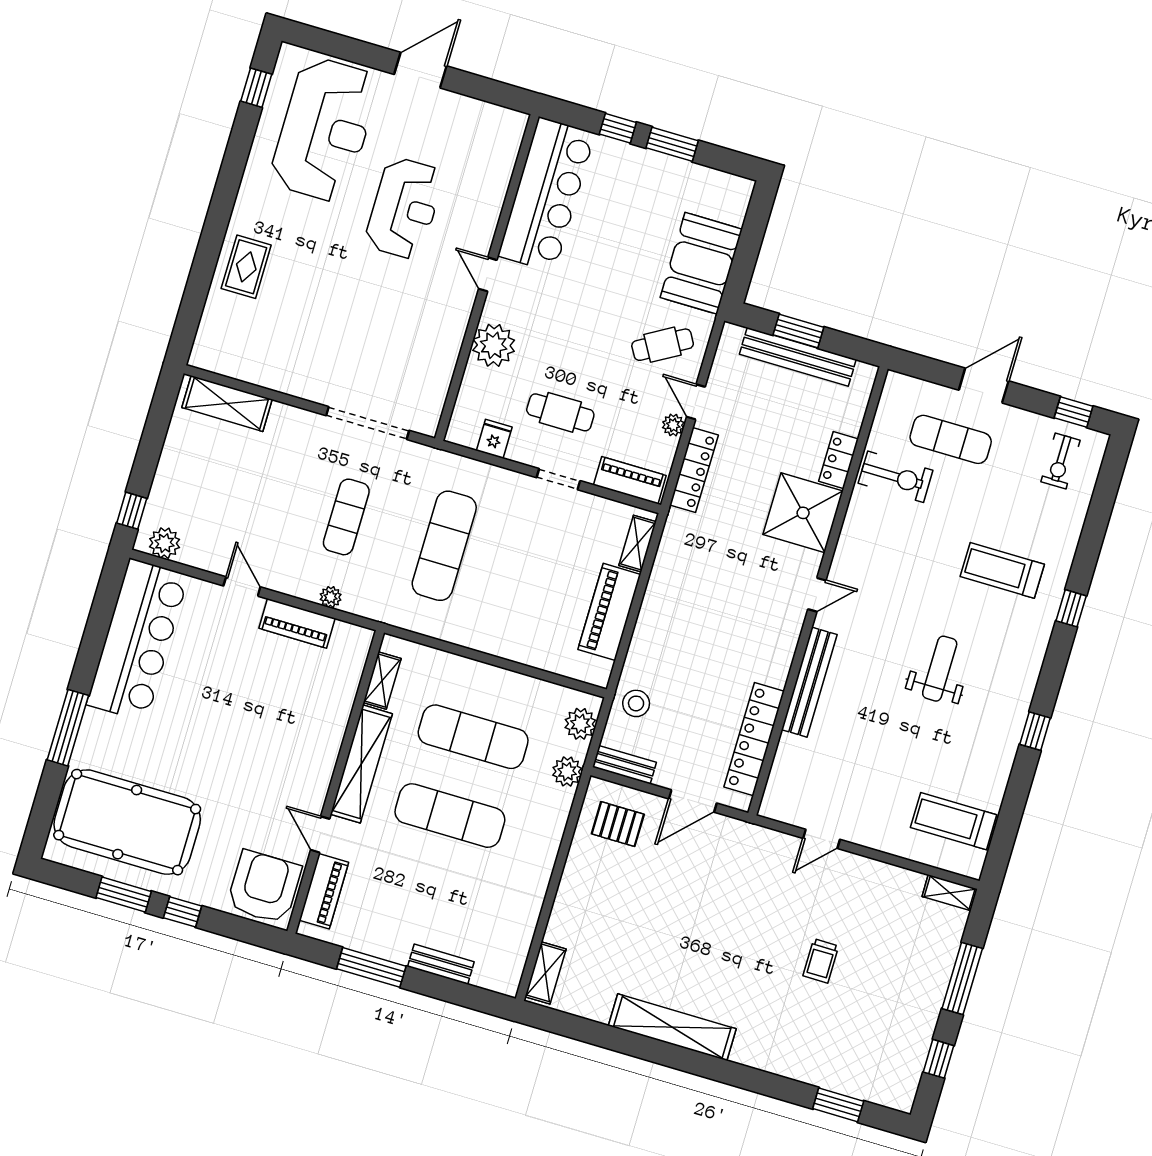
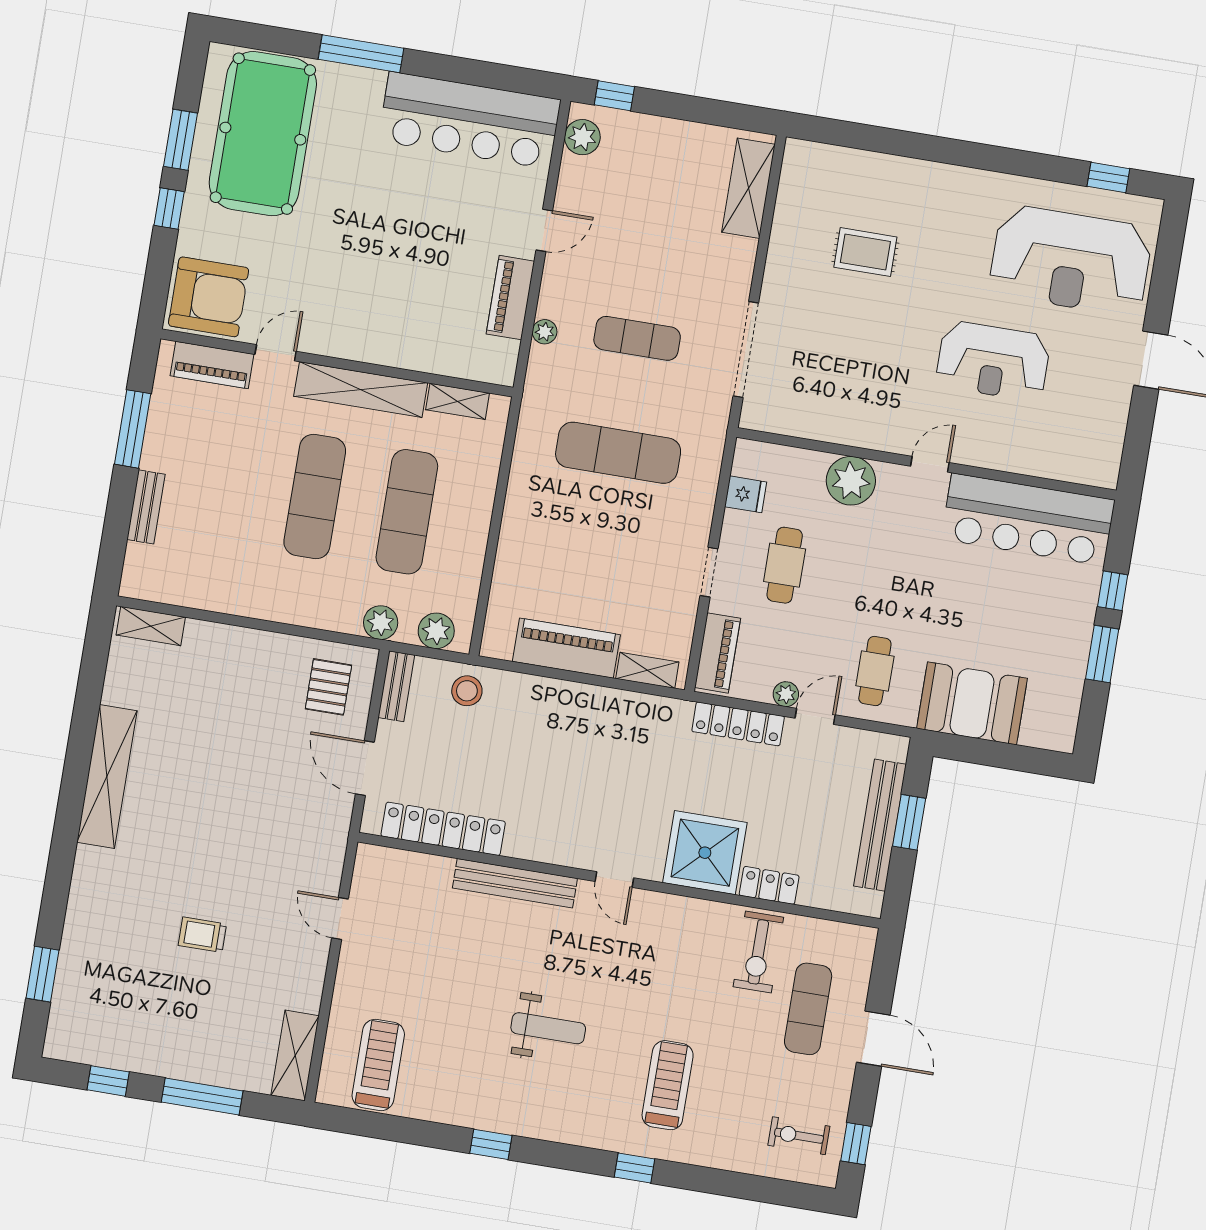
rug: (246, 267) -> (865, 252), moved
cafe table: (663, 345) -> (875, 671), turned 30
shelving: (950, 893) -> (295, 1056), width x1.50, depth x1.33

